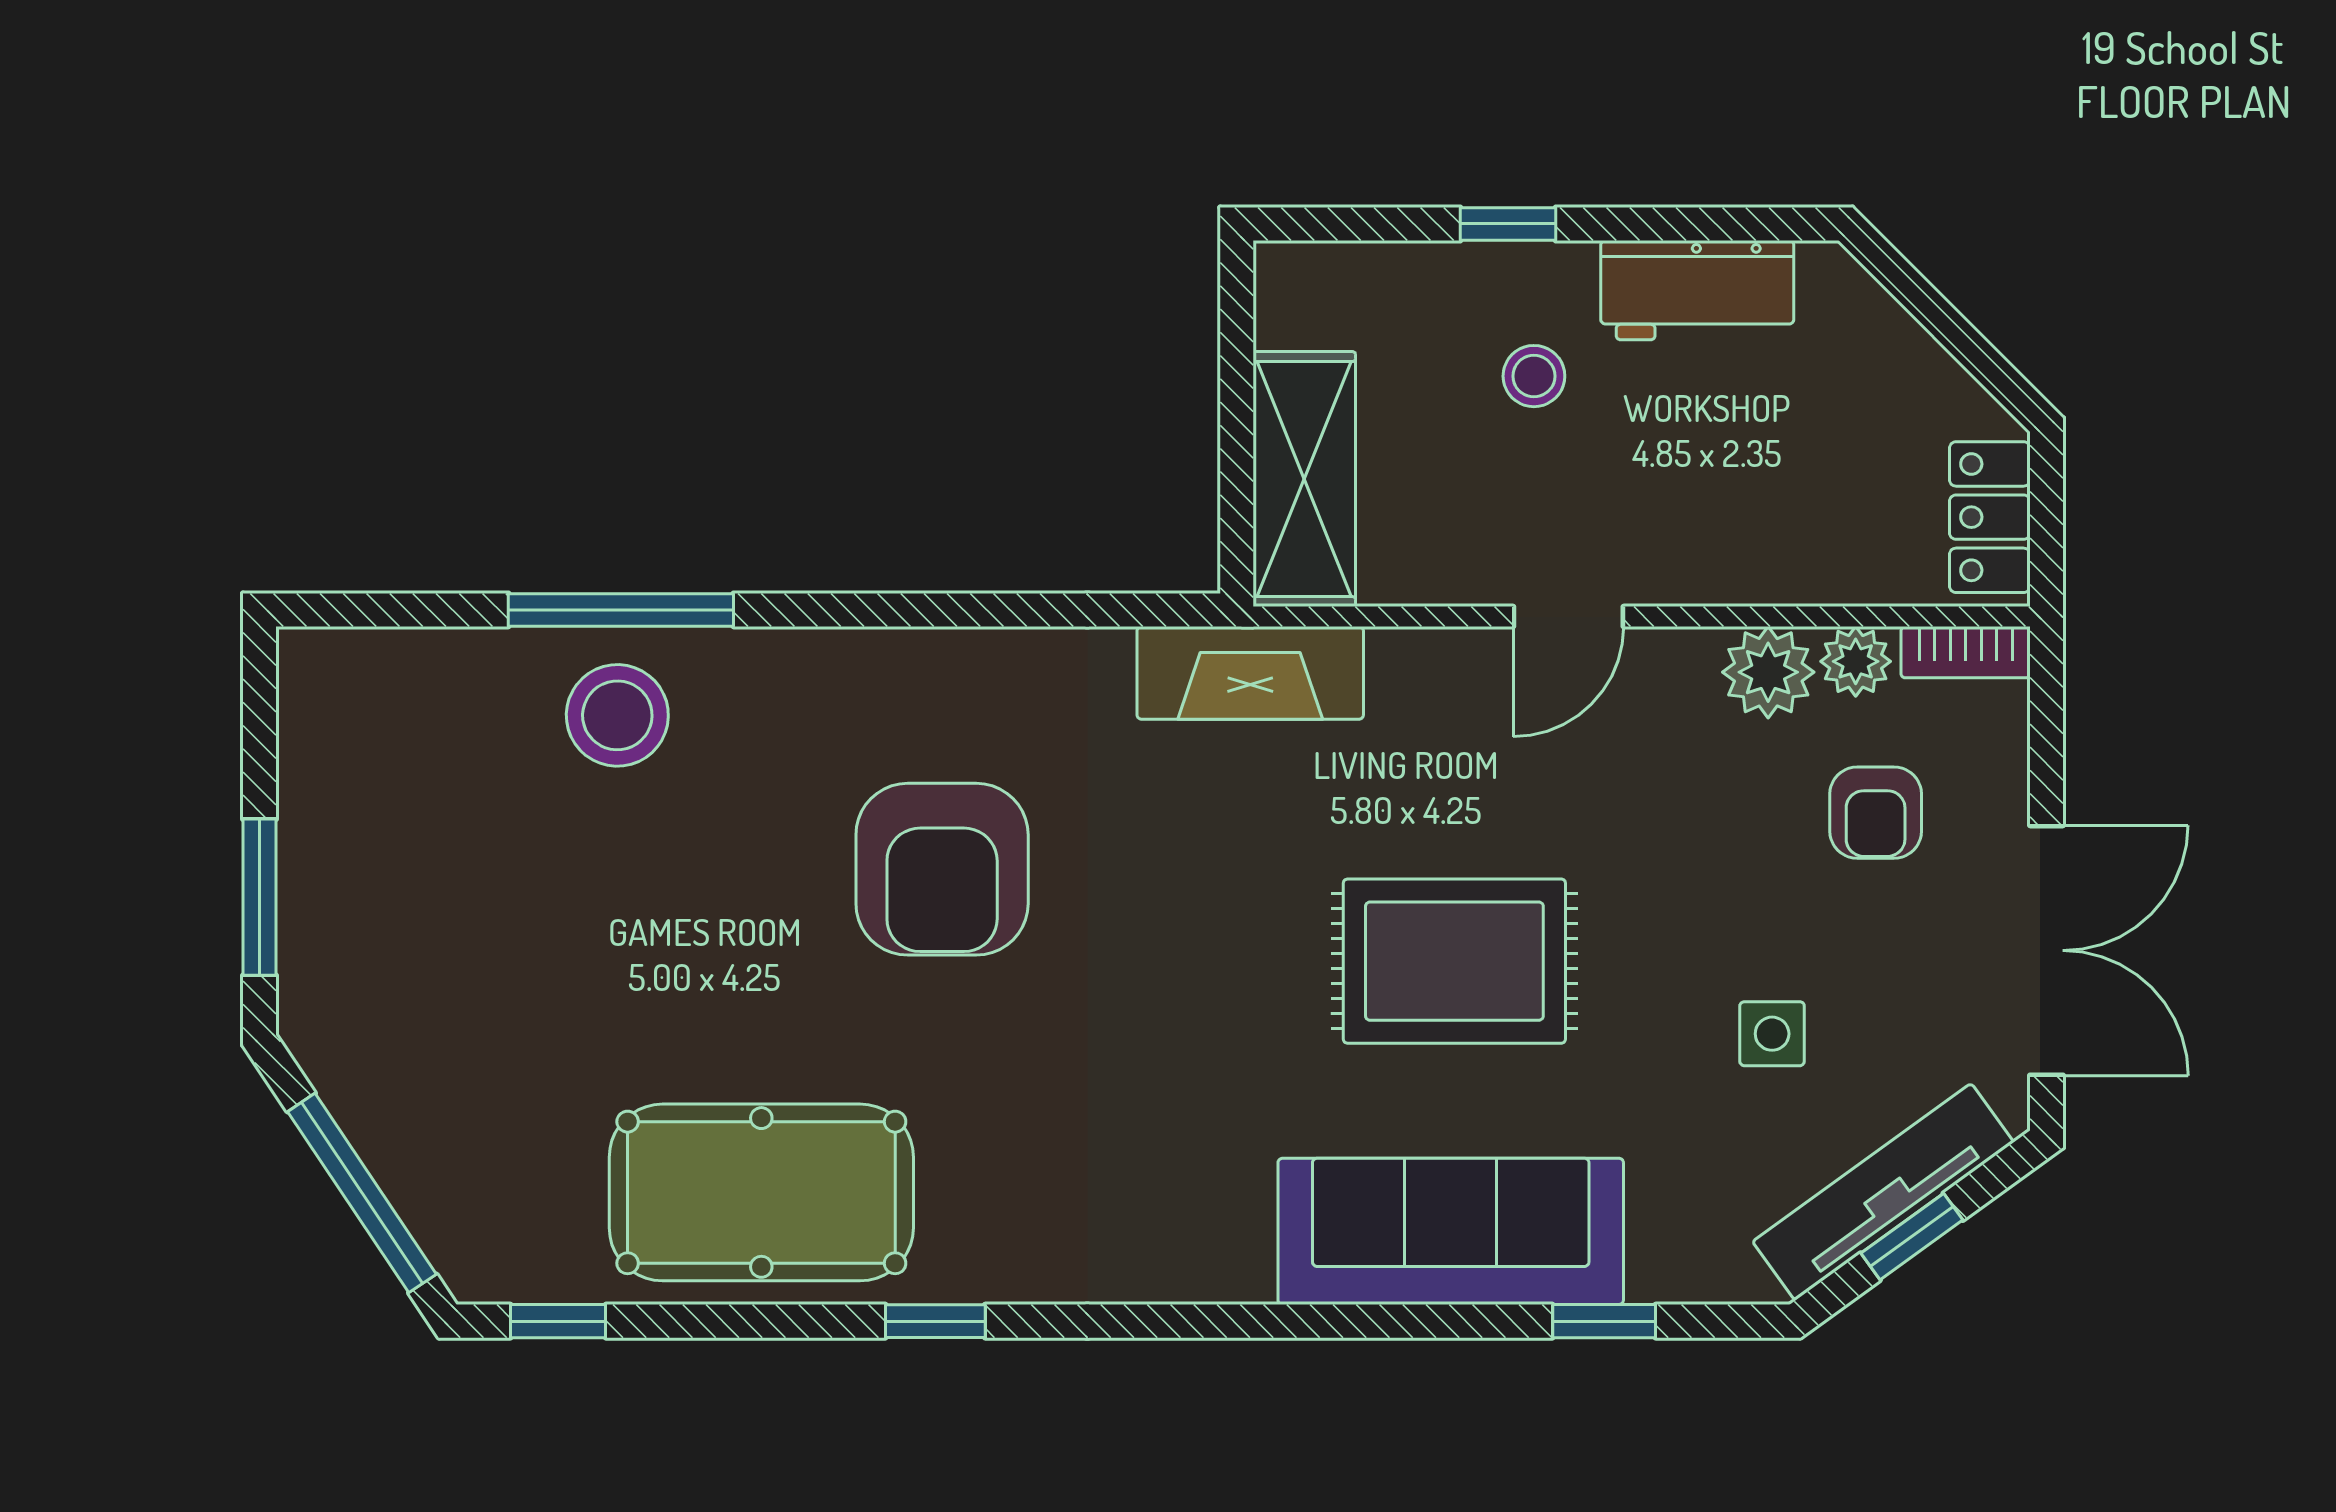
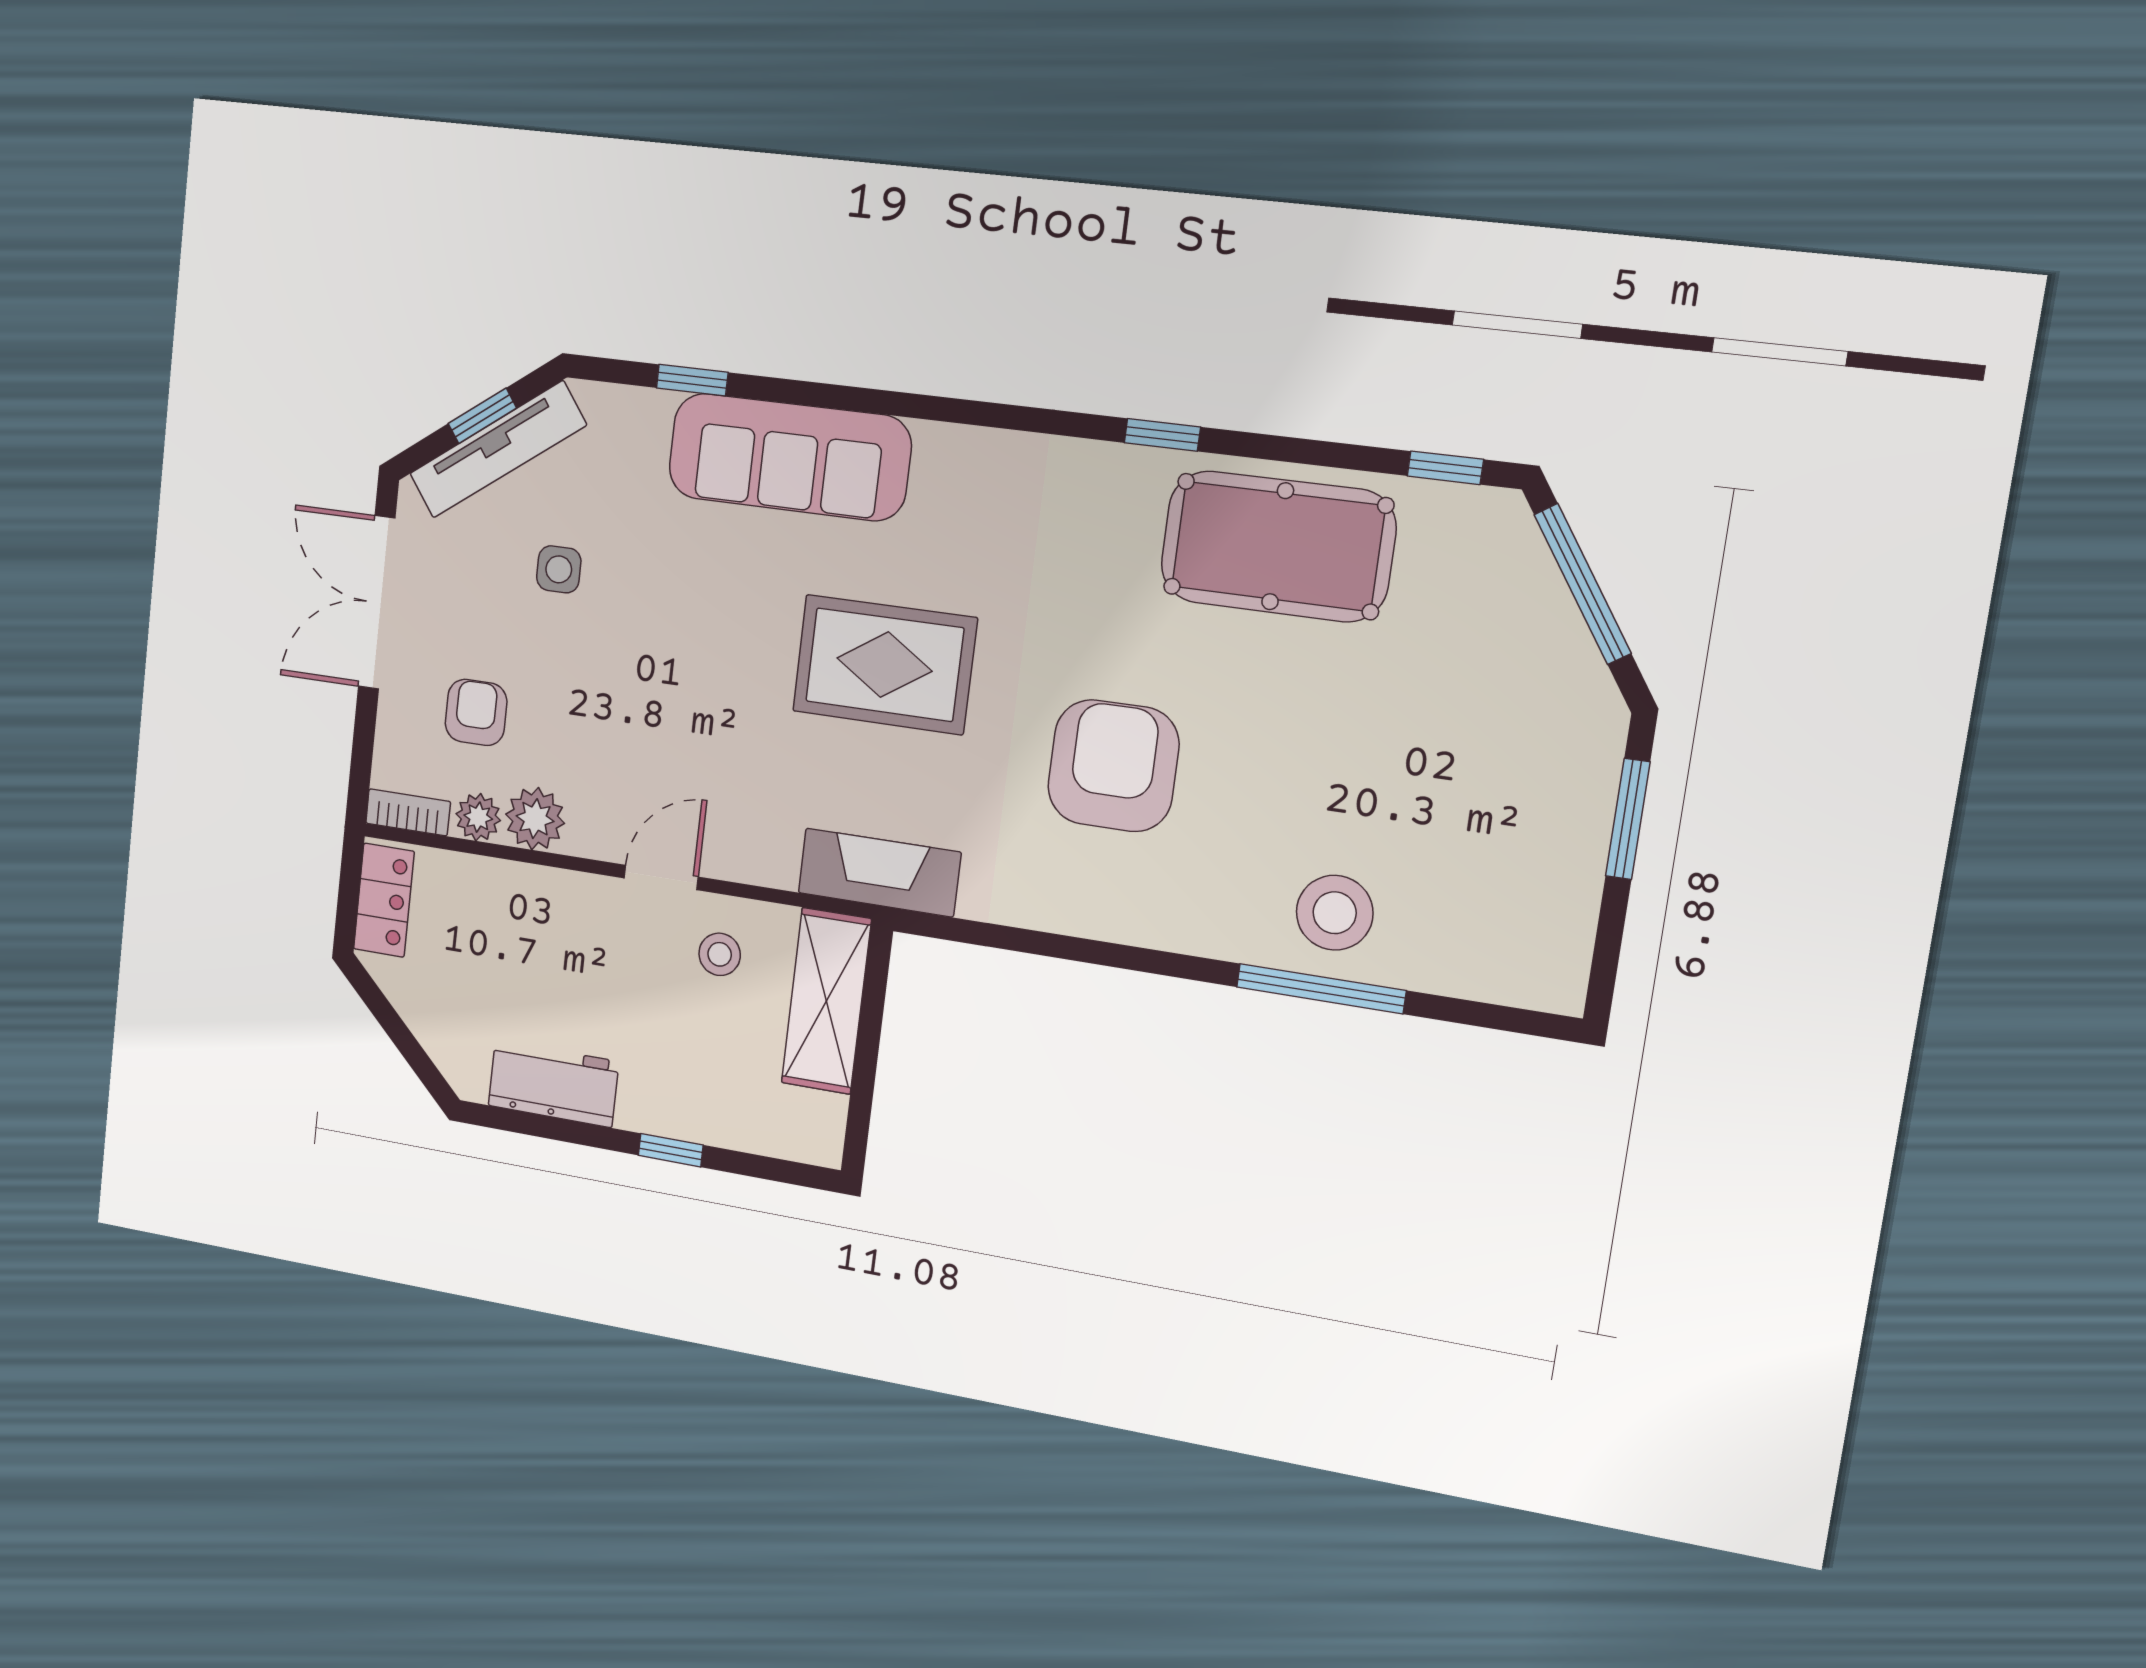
stool: (1534, 376) -> (720, 954), moved
rug: (1454, 961) -> (884, 665), moved

